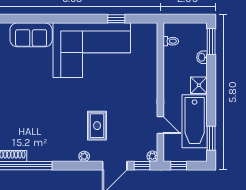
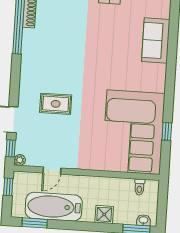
corner sofa: (92, 50) -> (134, 132), moved
washbasin: (202, 57) -> (143, 220), moved
shower: (199, 85) -> (104, 214), moved
plant: (84, 156) -> (24, 88), removed

